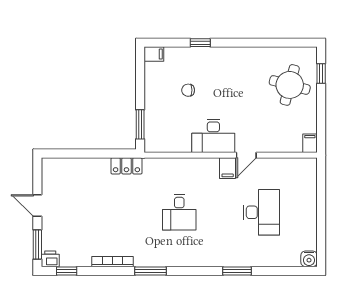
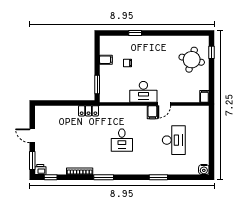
filing cabinet: (154, 54) -> (106, 60), moved

